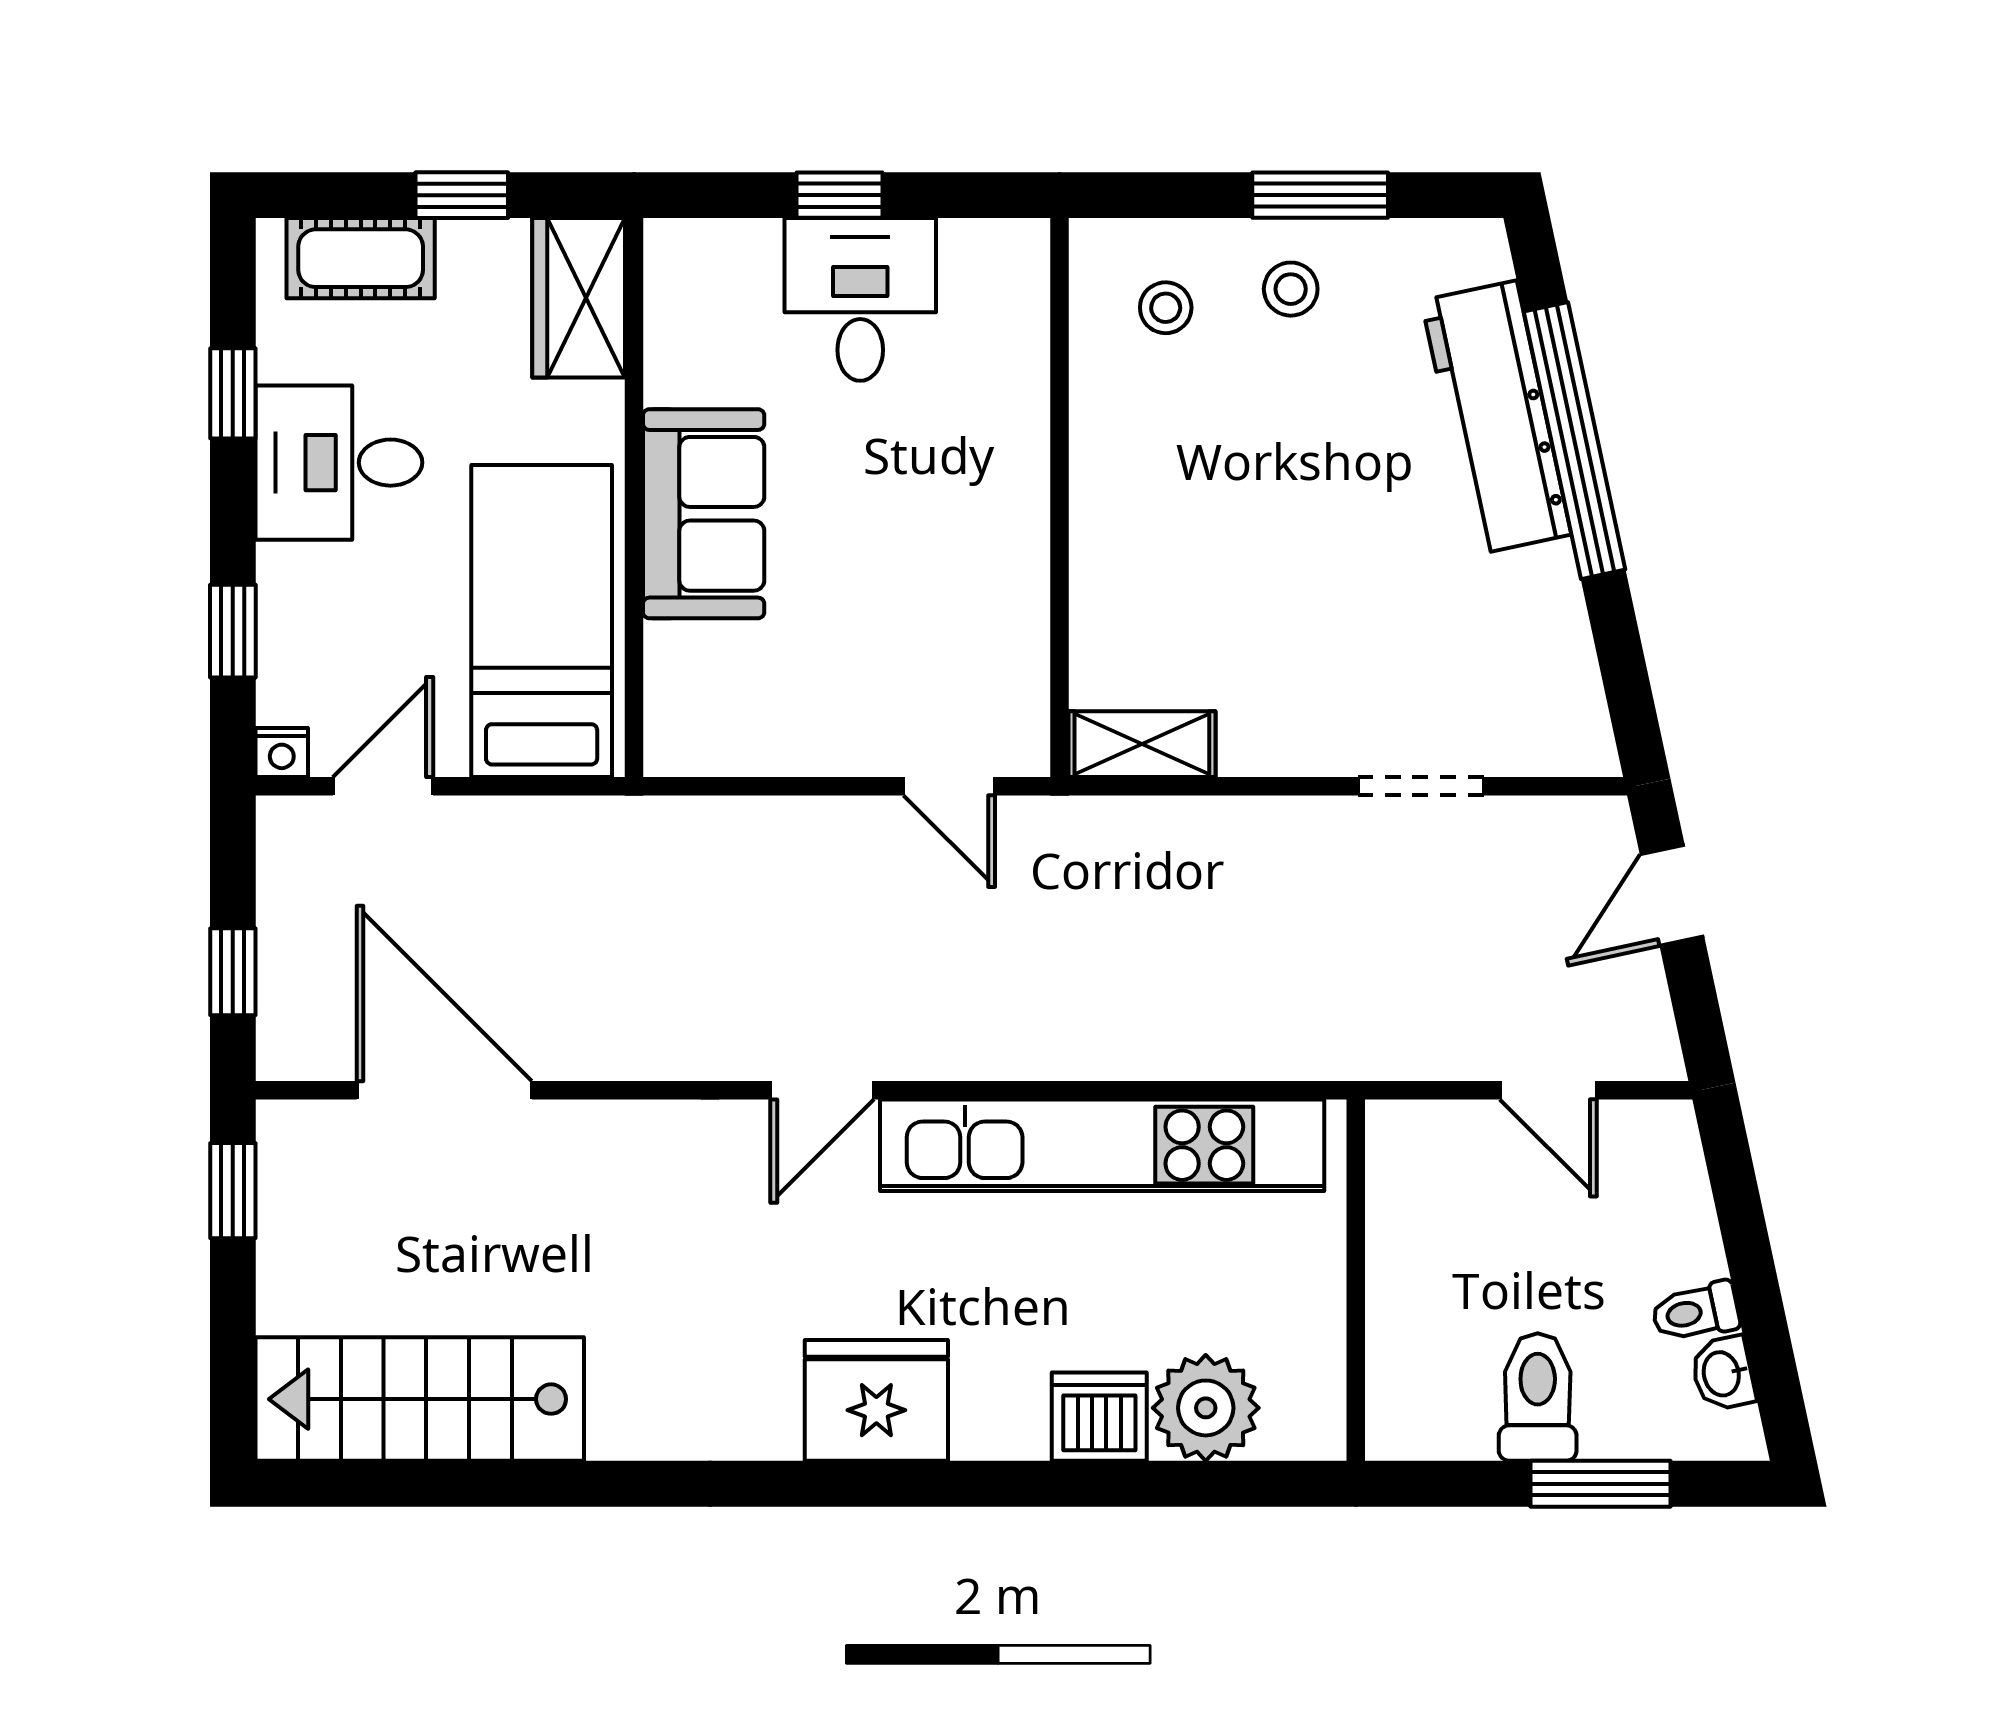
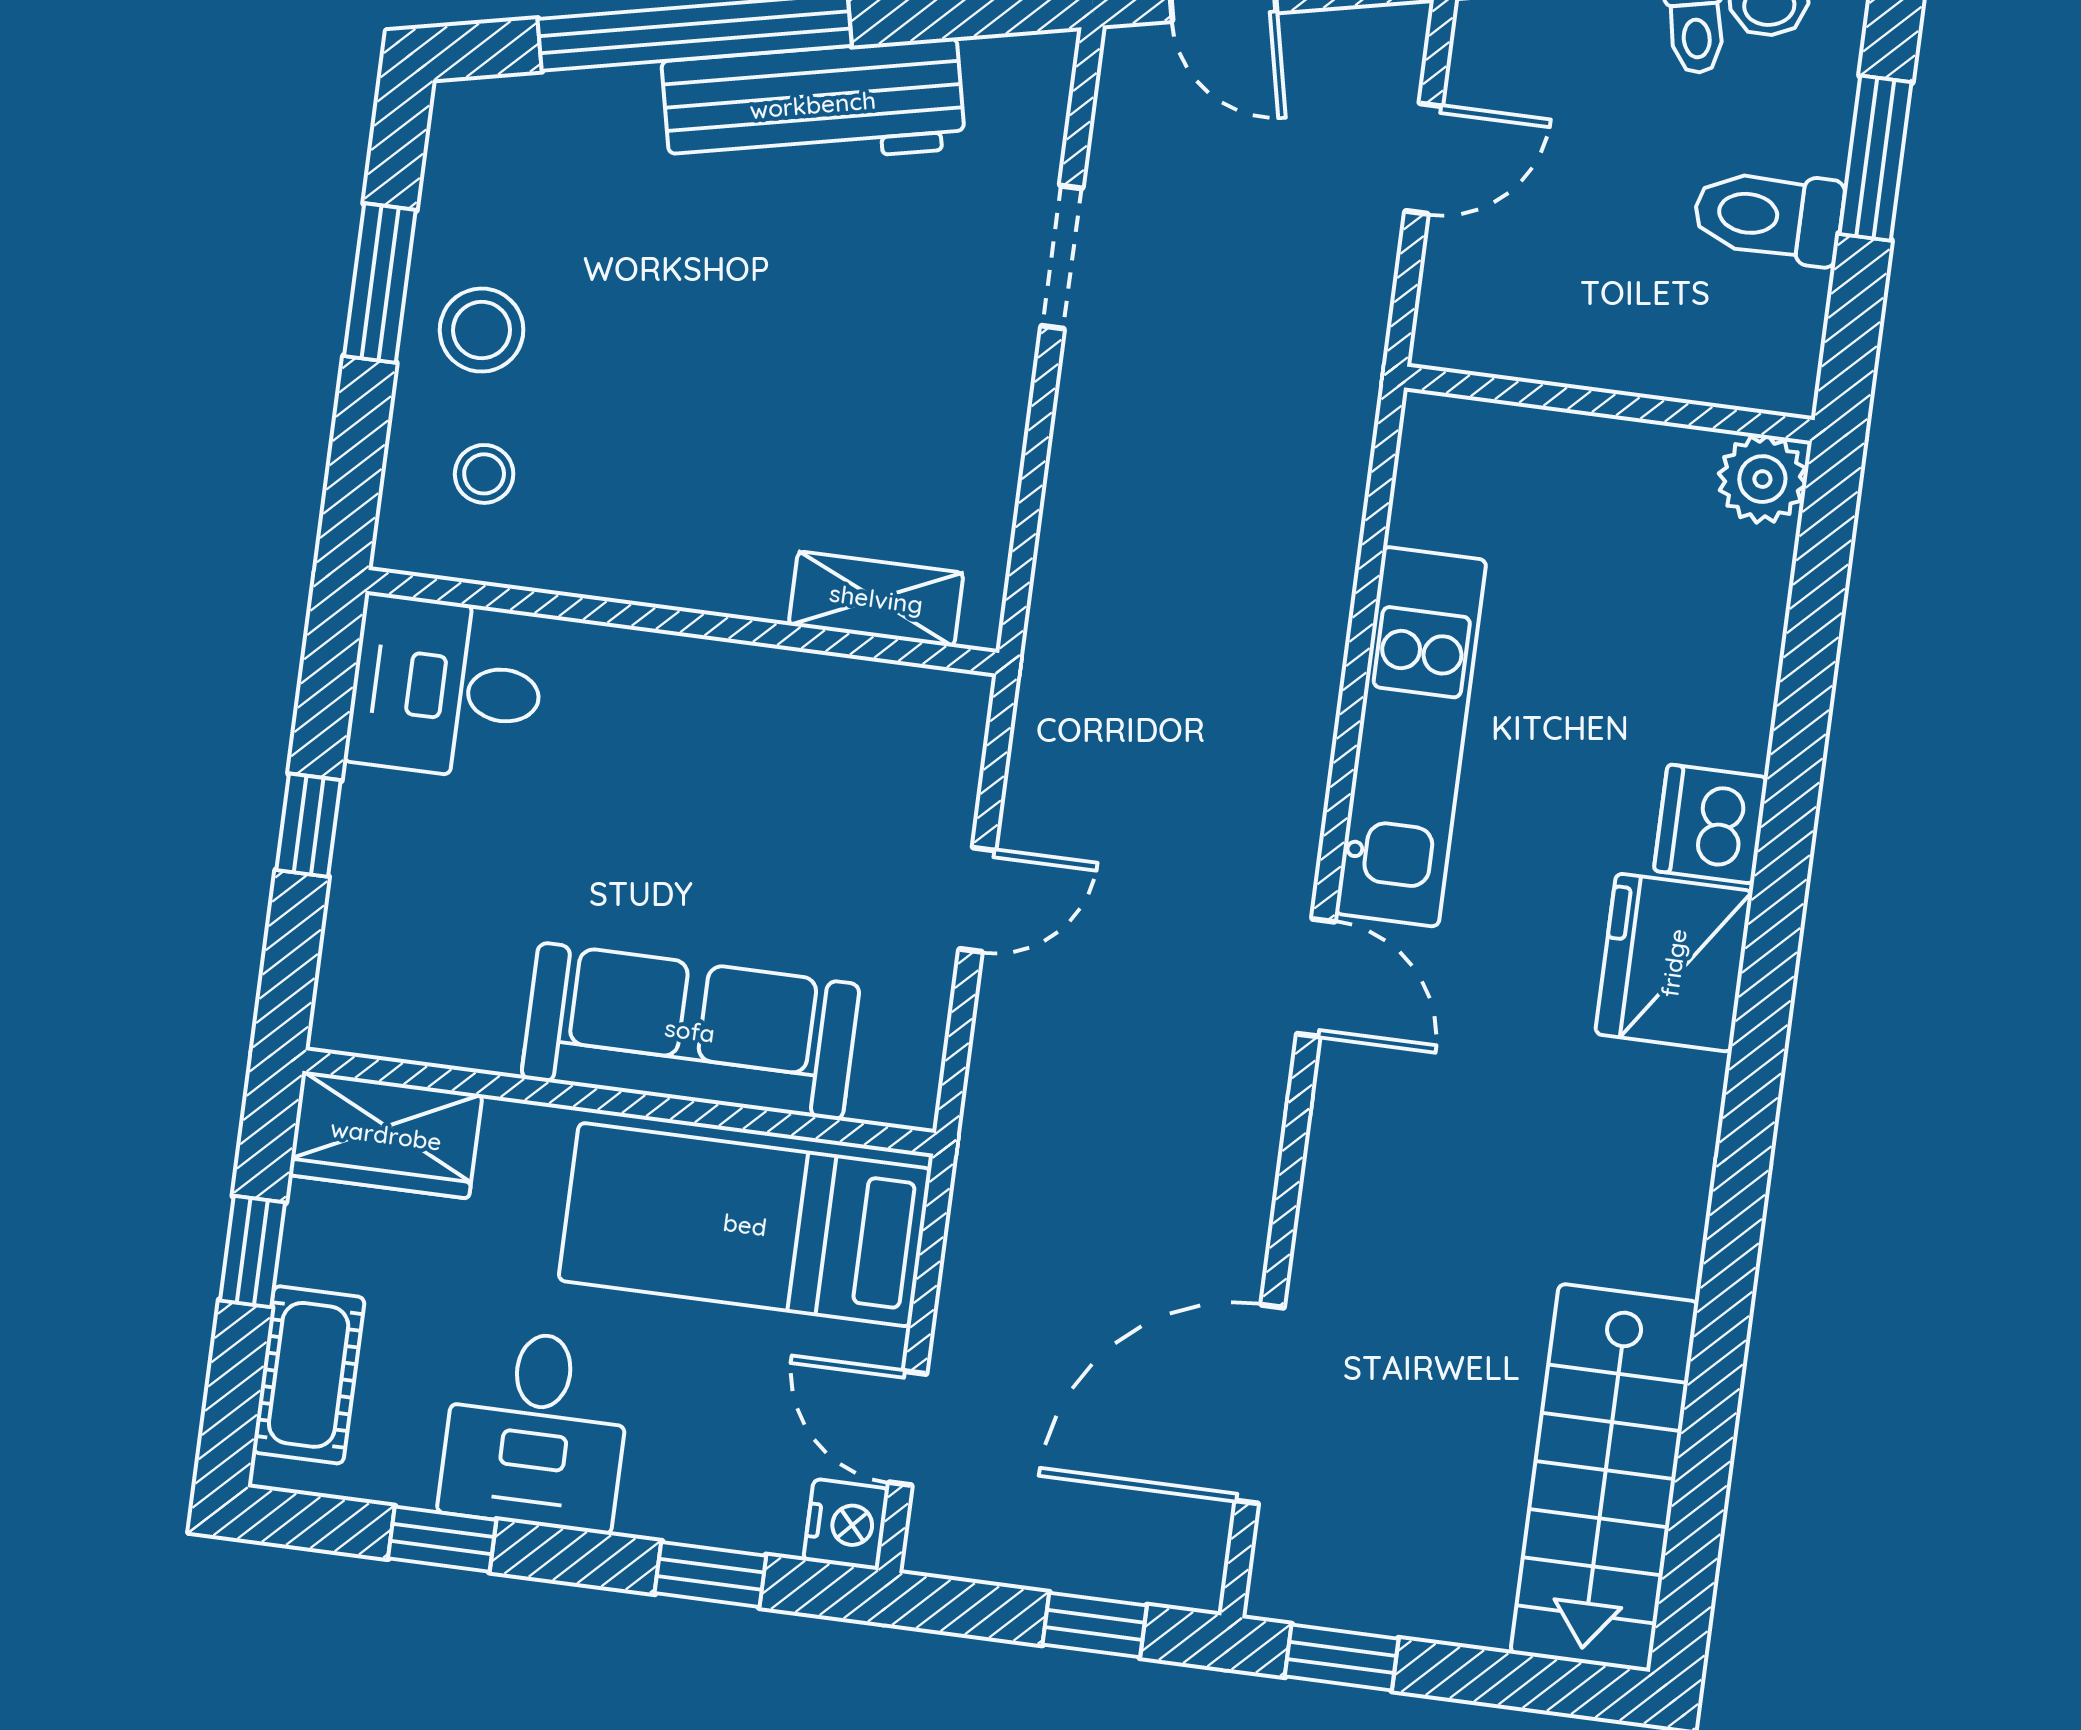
stool: (1291, 289) -> (482, 330), width x1.37, depth x1.37
desk: (860, 299) -> (446, 688), moved
workbench: (1496, 418) -> (813, 105), moved
sofa: (704, 514) -> (690, 1031), width x1.36
shelving: (1142, 744) -> (876, 599), moved, turned 90
nightstand: (282, 752) -> (846, 1524), width x1.39, depth x1.35
door: (949, 786) -> (977, 900), moved
kitchen unit: (1102, 1145) -> (1411, 737), width x0.73
plant: (1206, 1408) -> (1762, 479), moved, width x0.73, depth x0.73
dishwasher: (1099, 1417) -> (1711, 824), moved

